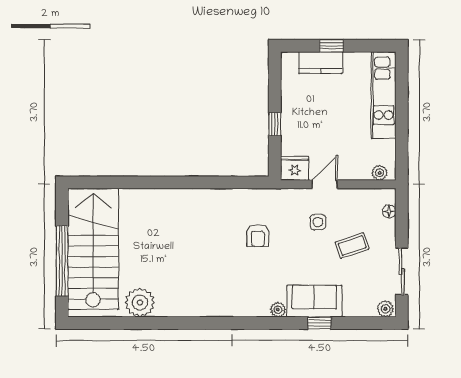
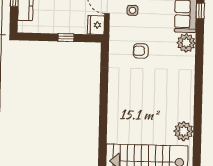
armchair: (258, 236) -> (141, 51), turned 180
plant: (278, 310) -> (186, 43), width x1.88, depth x1.88

